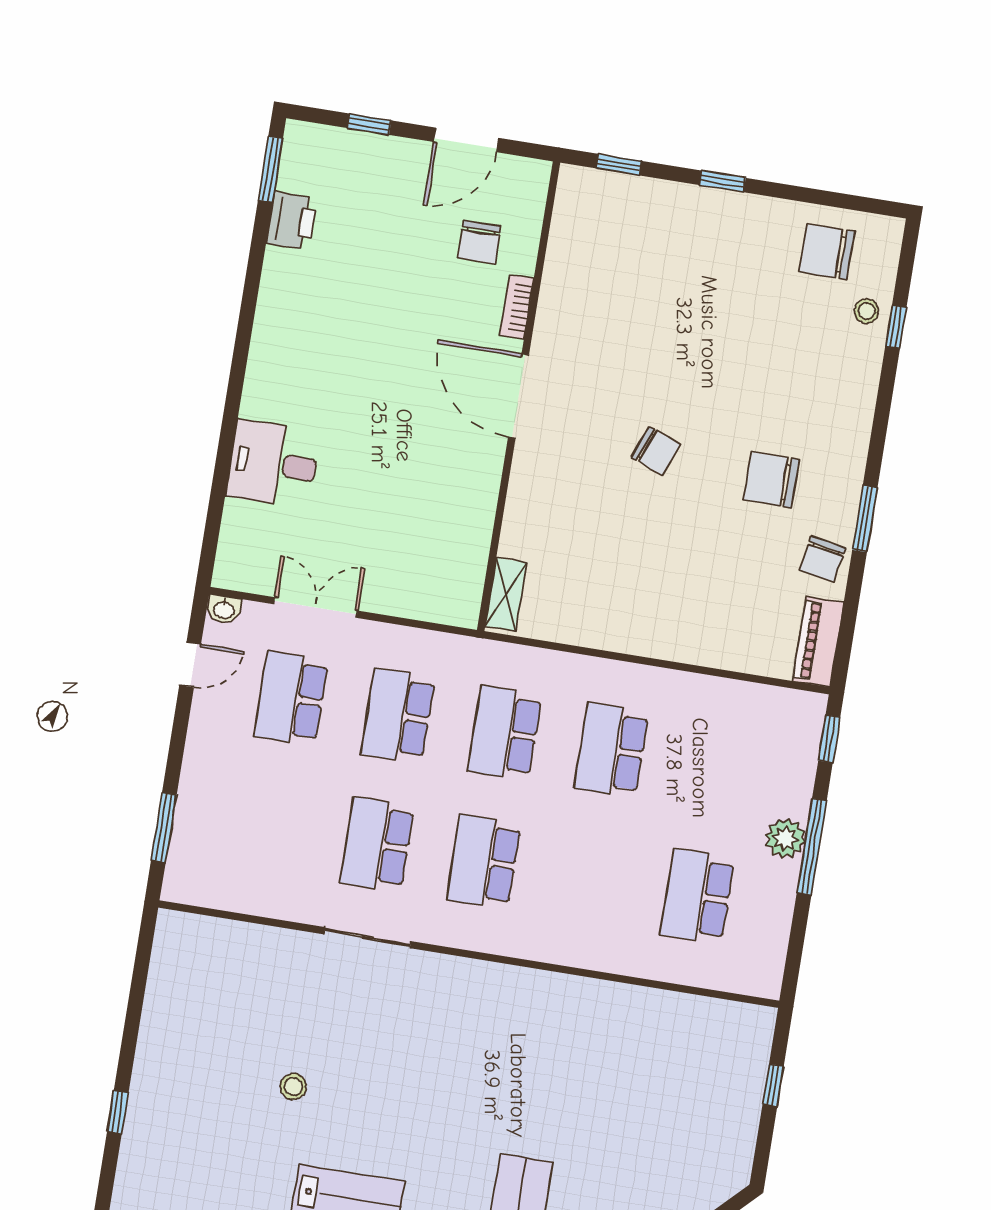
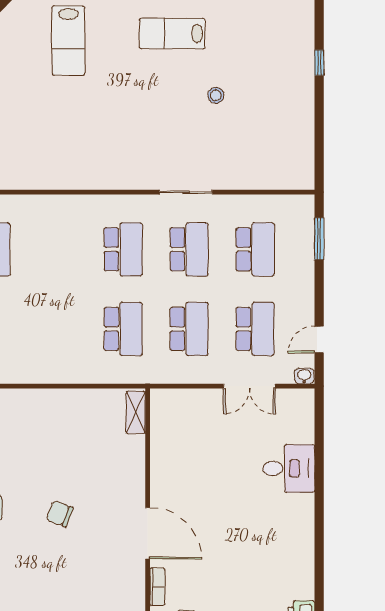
school desk: (611, 750) -> (255, 249), moved

